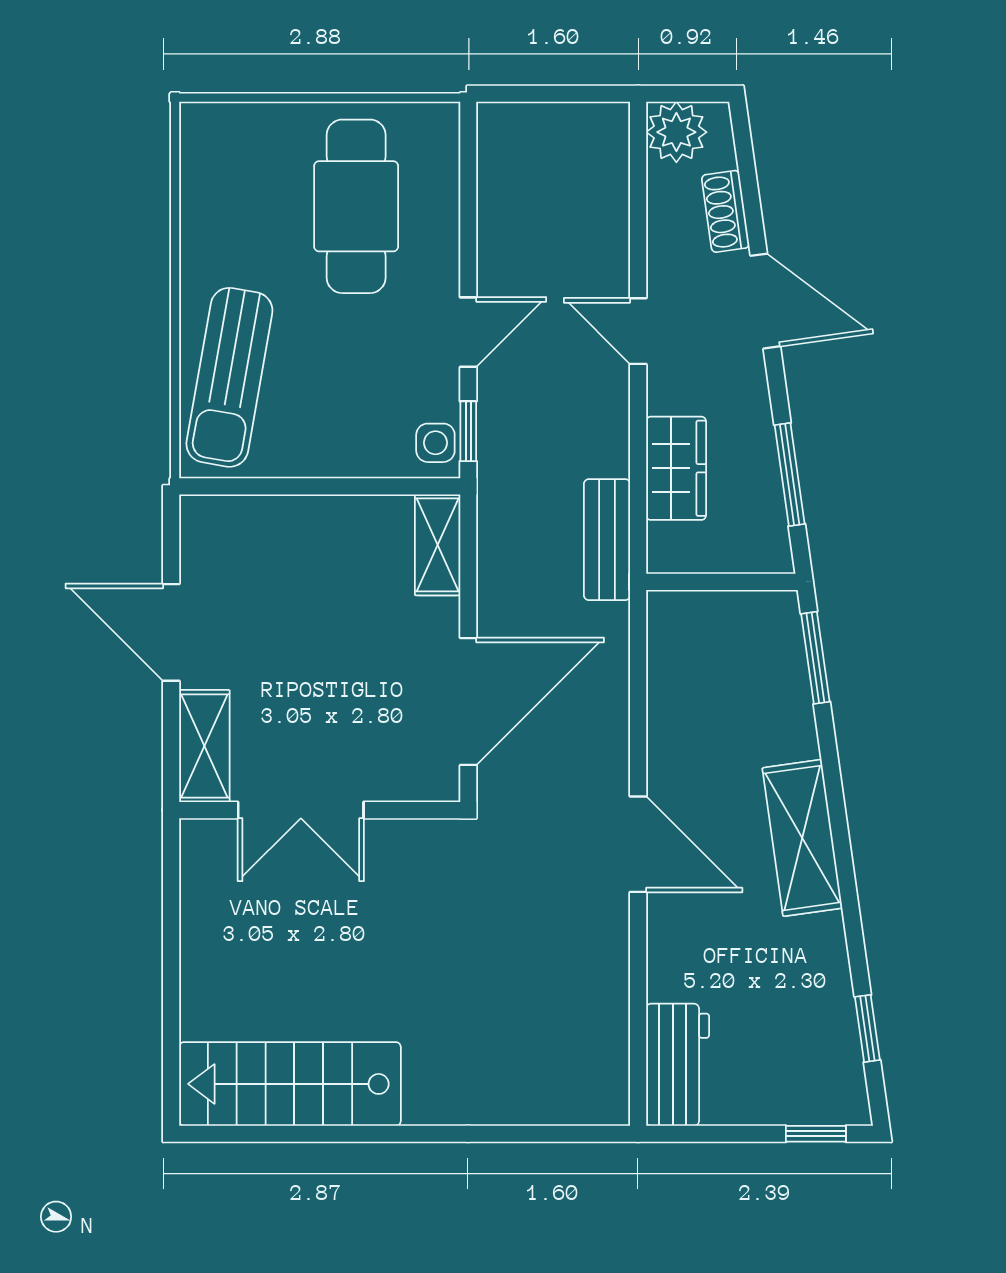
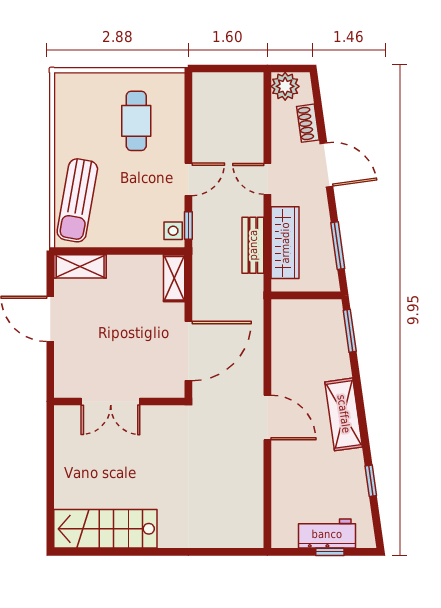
cafe table: (356, 206) -> (136, 121), width x0.73, depth x0.74
wardrobe: (676, 468) -> (285, 243), width x1.50
bench: (607, 540) -> (253, 245), moved
shelving: (204, 746) -> (80, 266), moved, turned 90
window: (867, 1028) -> (371, 481), moved
workbench: (678, 1065) -> (327, 534), moved, turned -90
window: (816, 1134) -> (330, 552), moved

